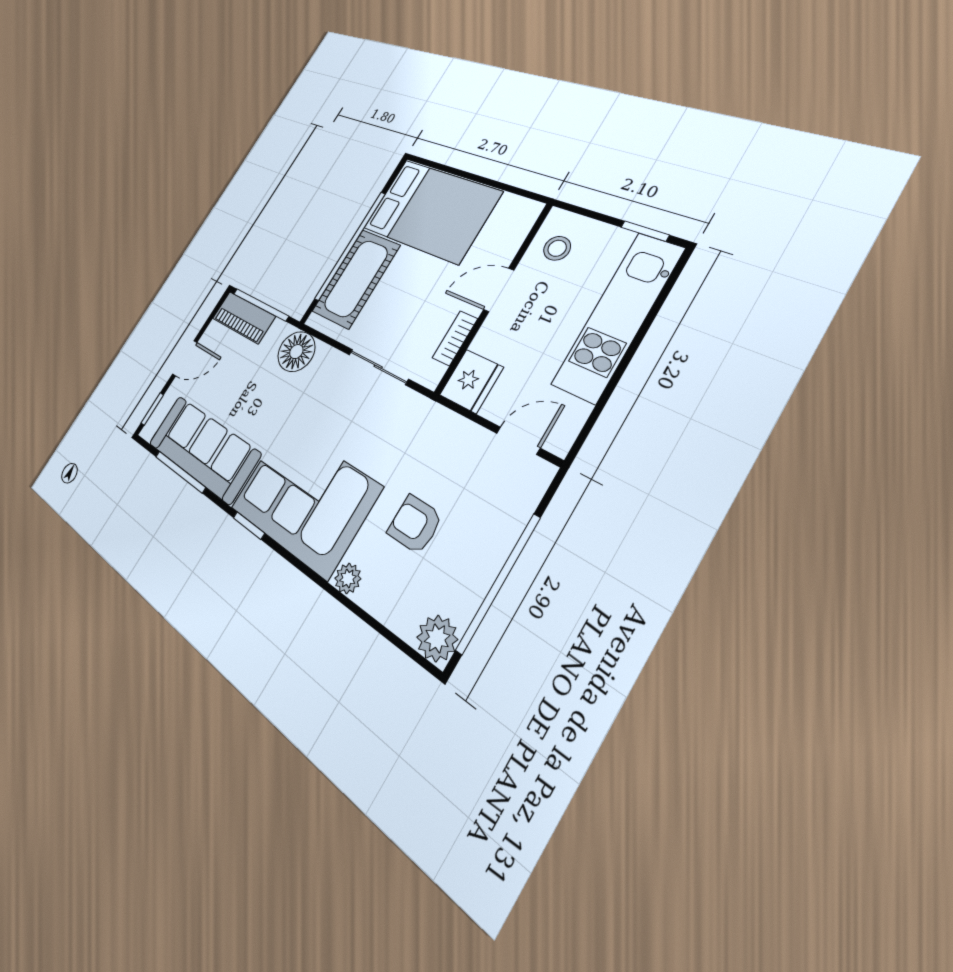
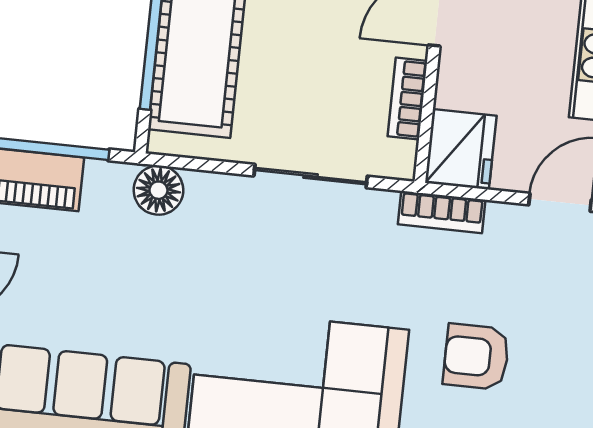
floor lamp: (296, 352) -> (158, 190), width x0.73, depth x0.73
bookcase: (440, 418) -> (442, 212), added

